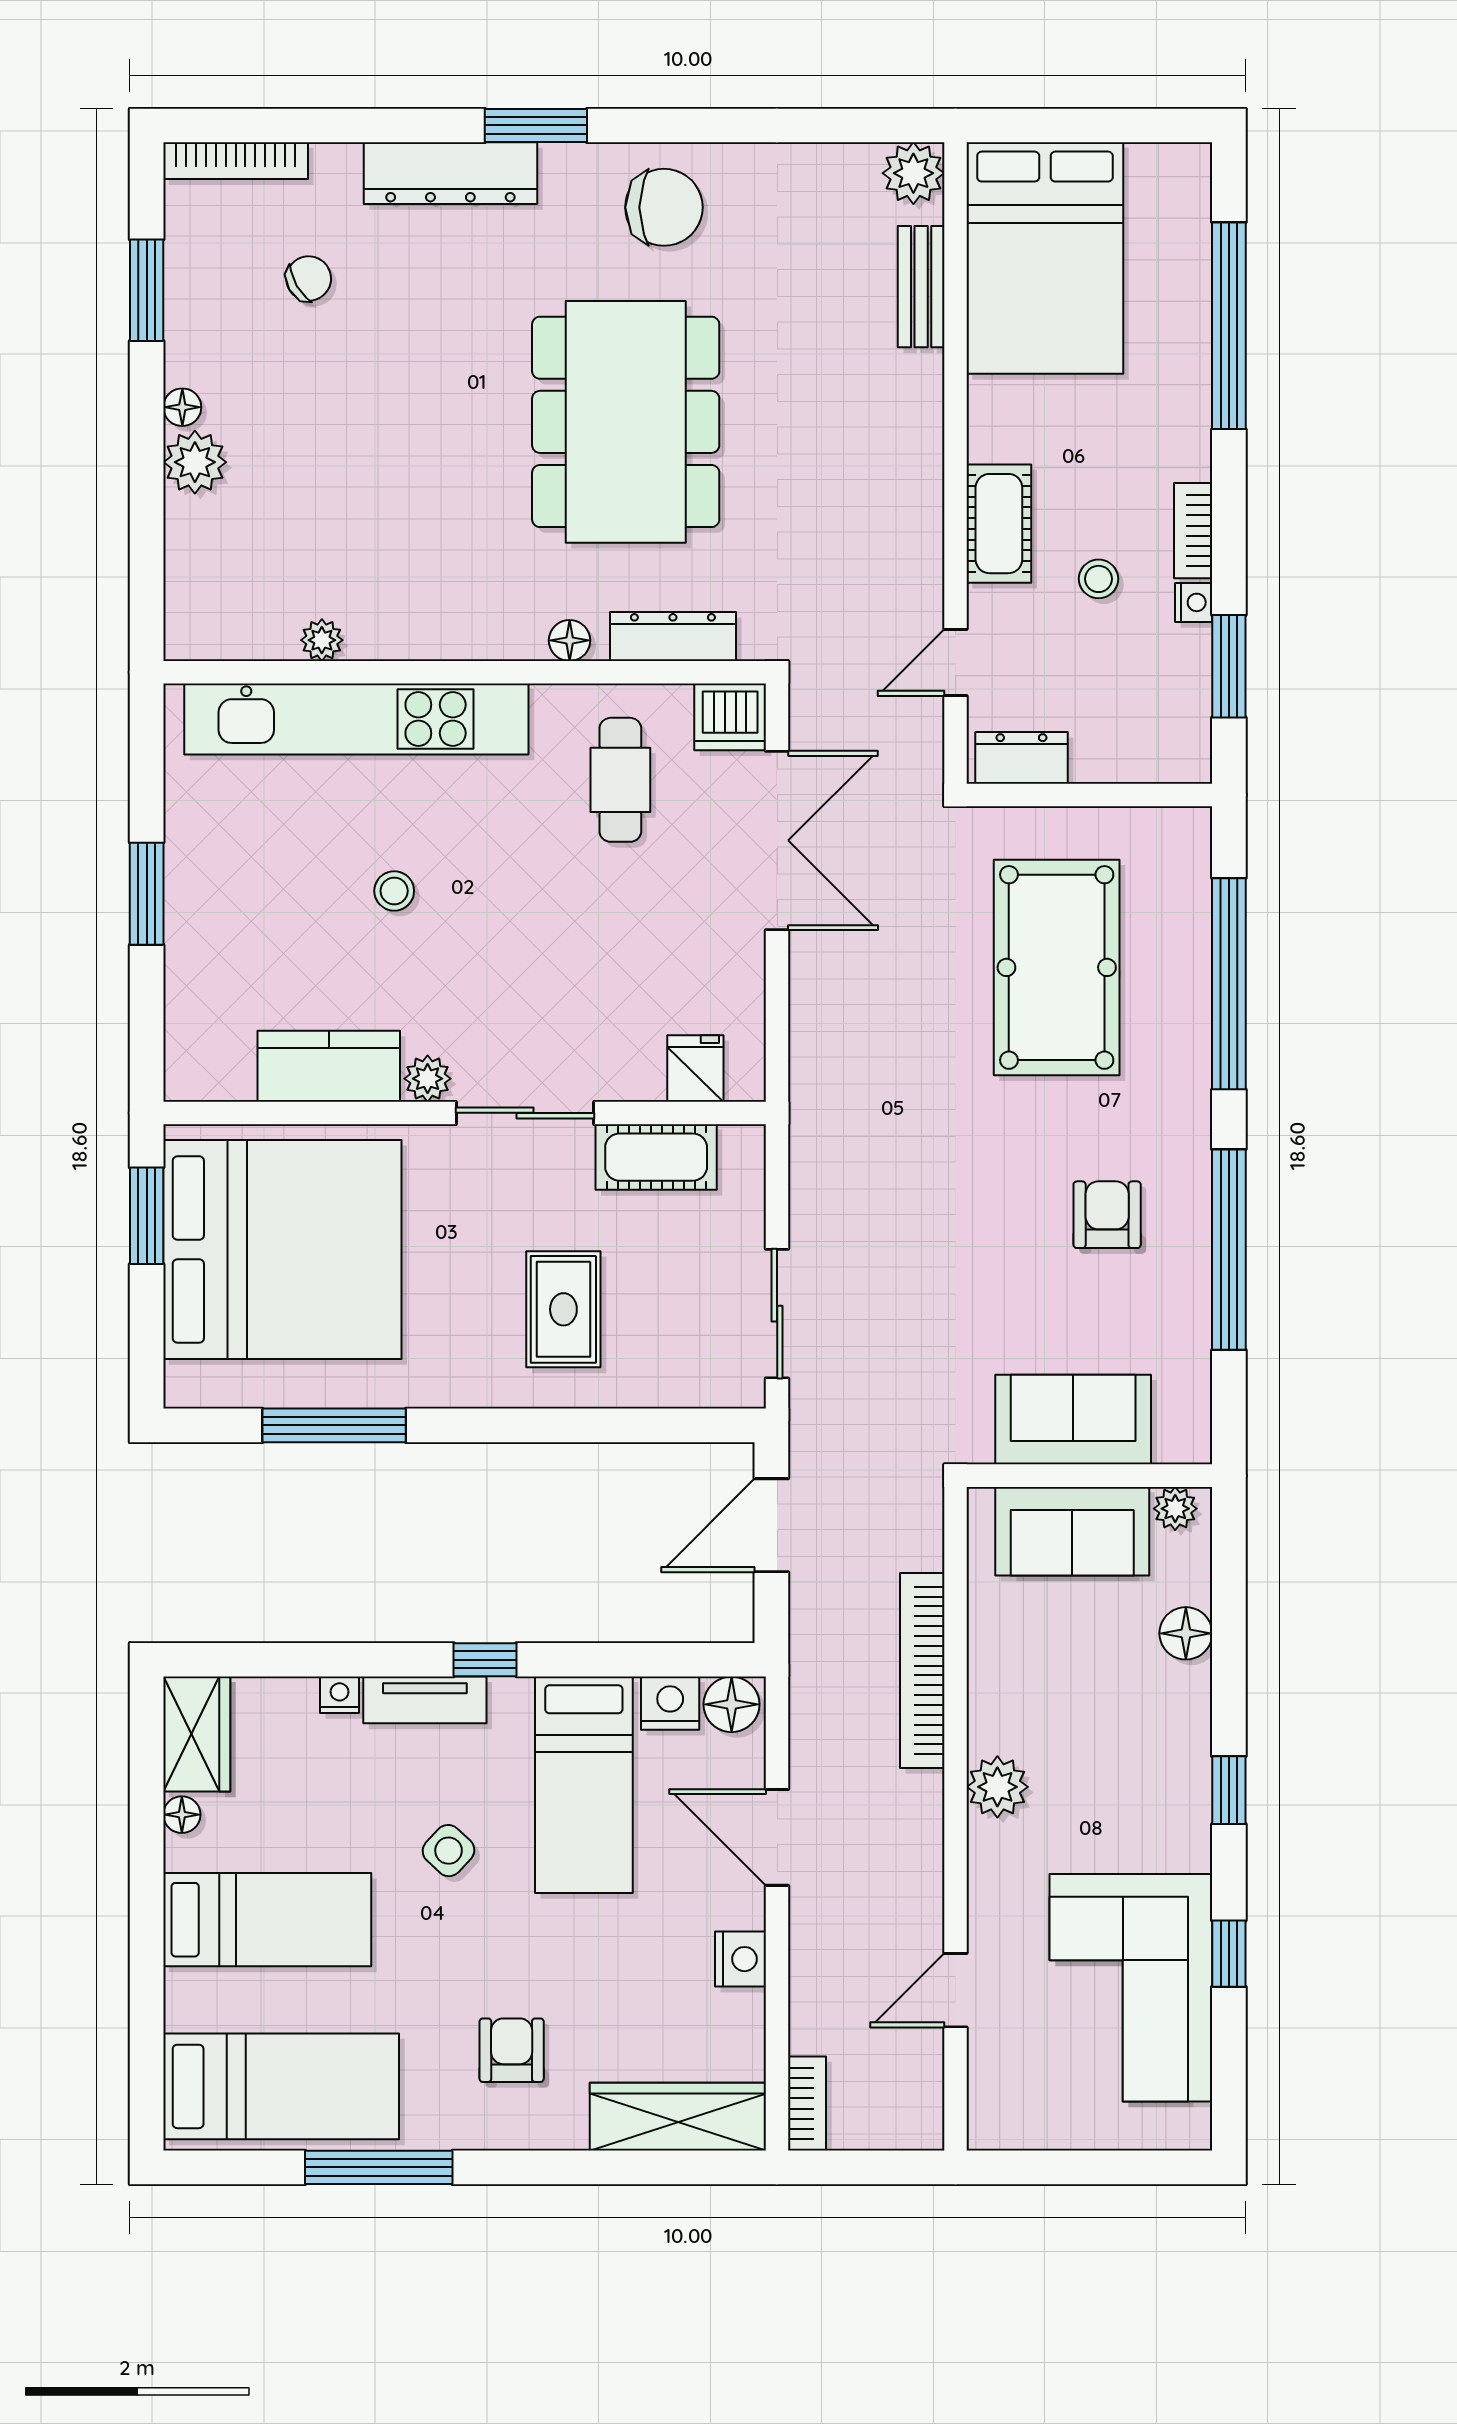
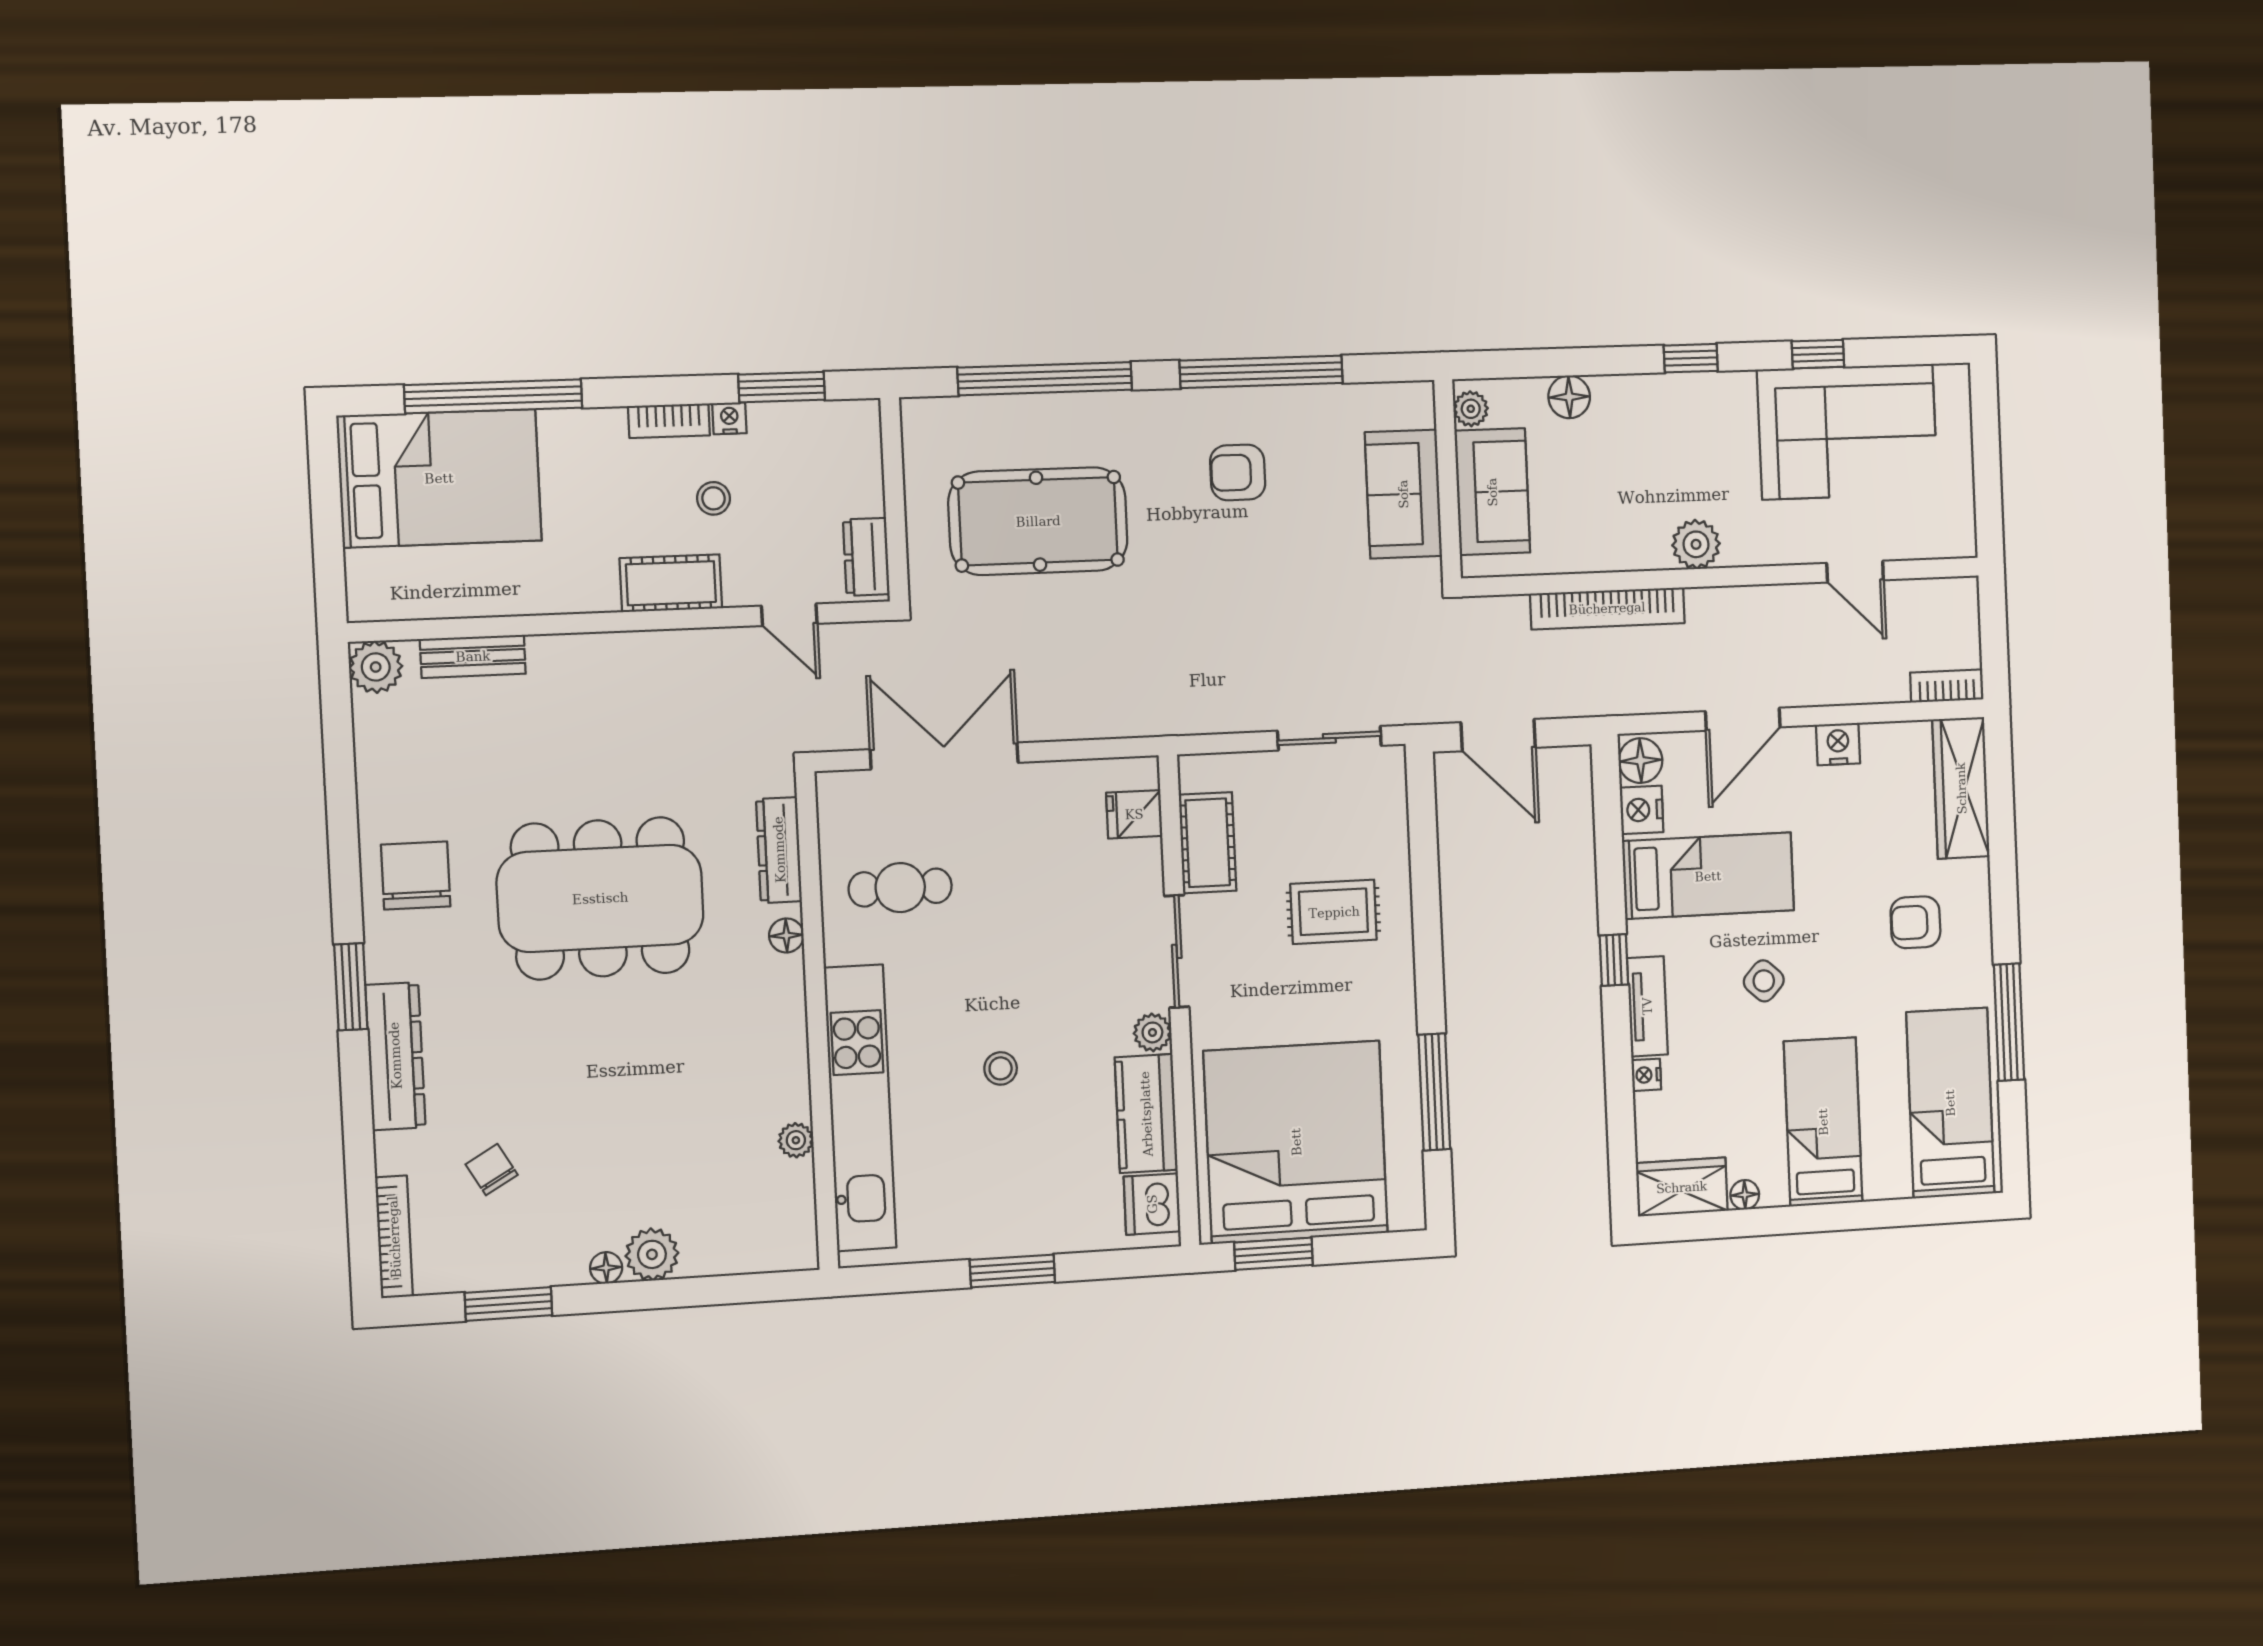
bed: (1045, 258) -> (439, 478), moved
dishwasher: (730, 717) -> (1152, 1204), moved, turned 180

